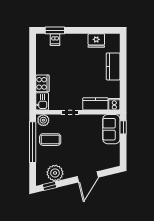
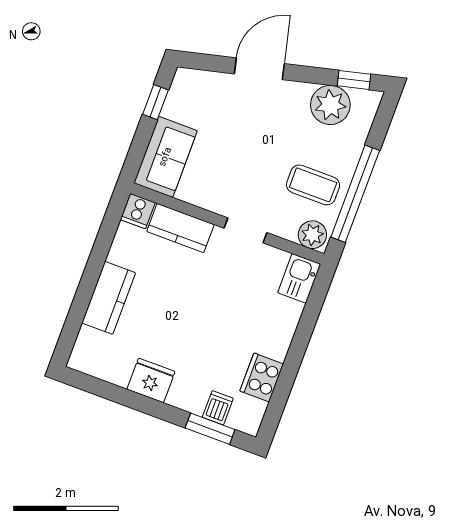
fridge: (96, 41) -> (151, 380), moved
cooker: (42, 83) -> (262, 377), moved
window: (123, 127) -> (156, 102), moved

